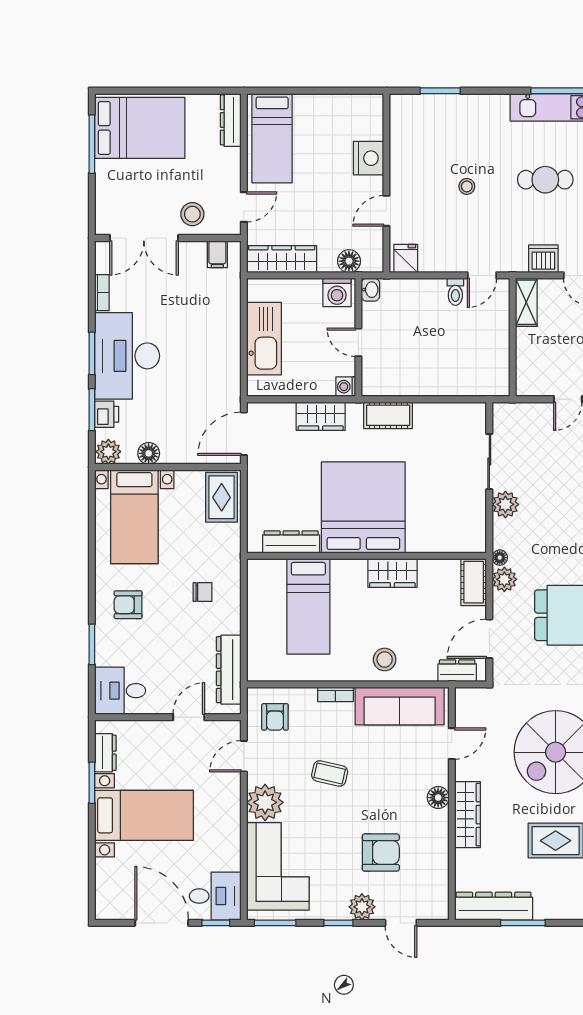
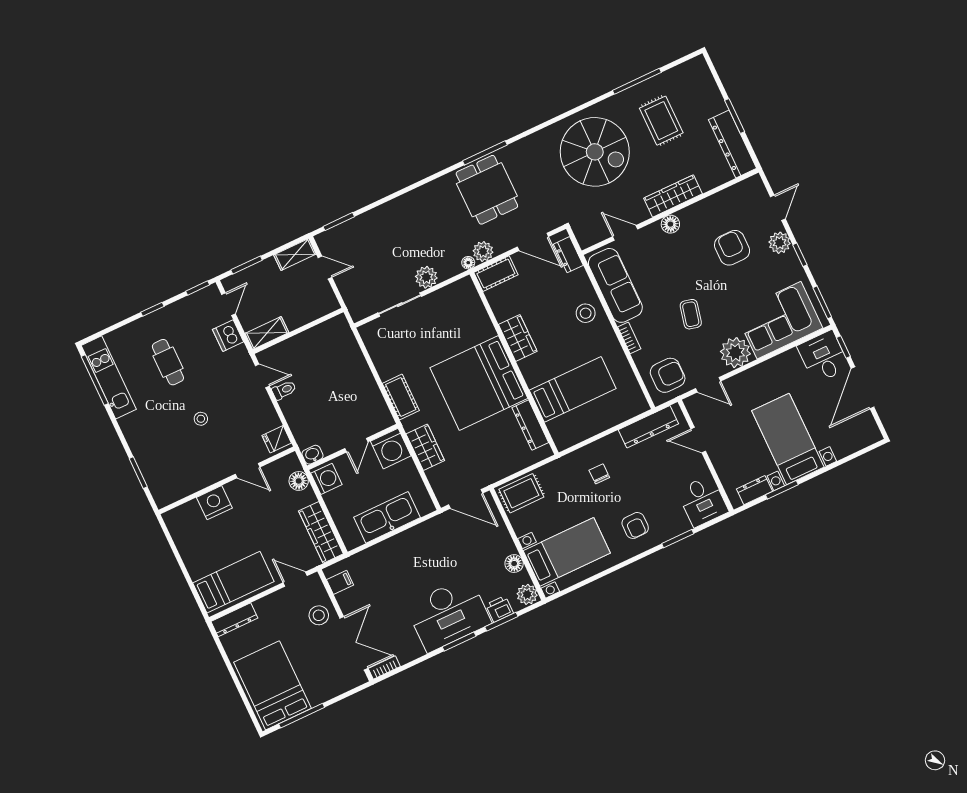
bookcase: (102, 293) -> (384, 667), moved
washing machine: (346, 387) -> (391, 449), width x1.89, depth x1.89
armchair: (275, 717) -> (668, 375), width x1.38, depth x1.38

